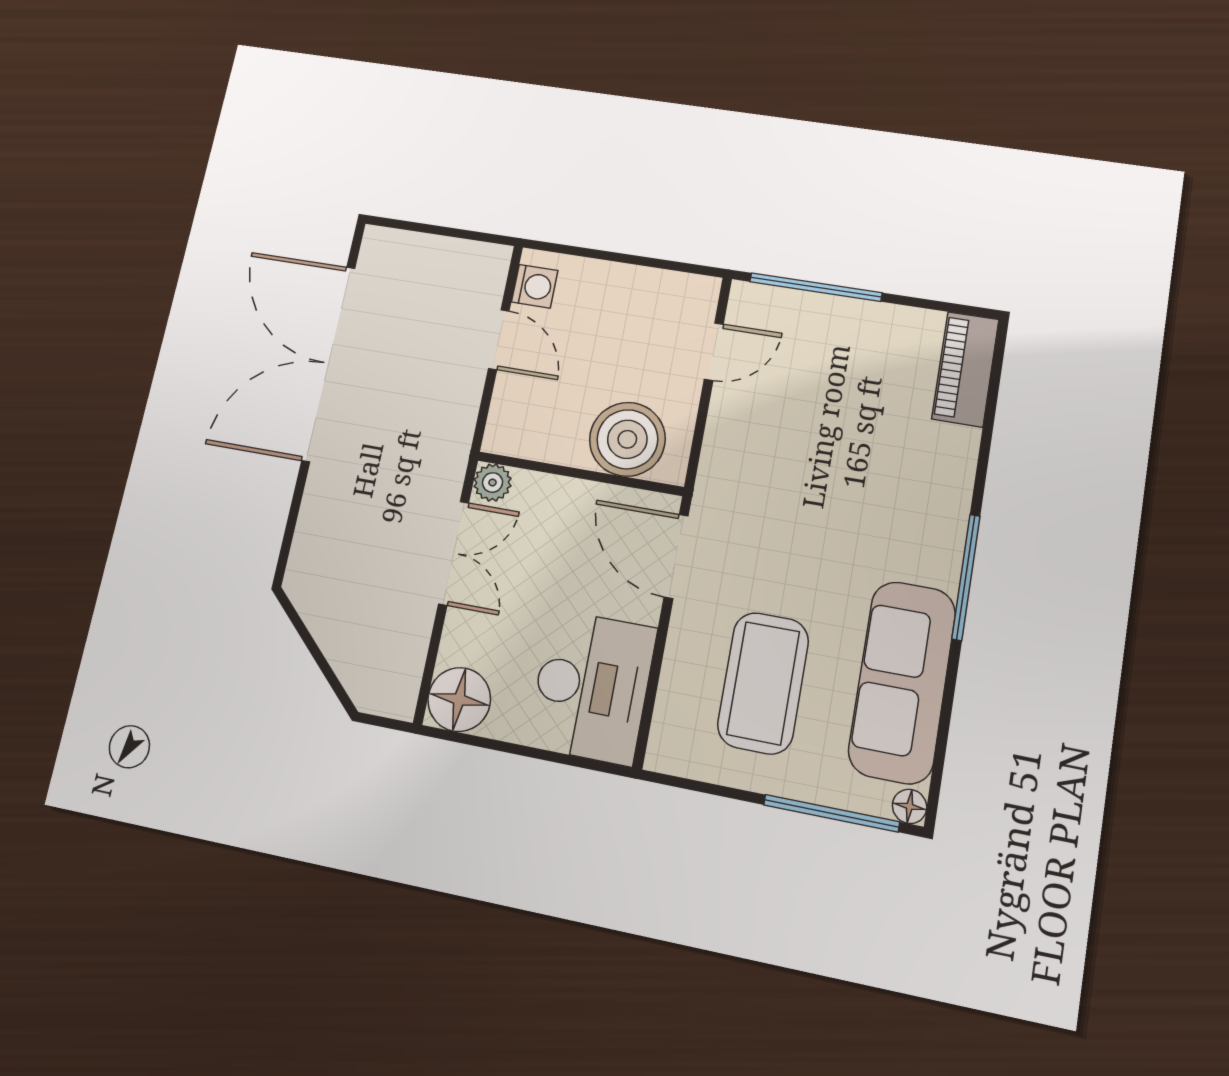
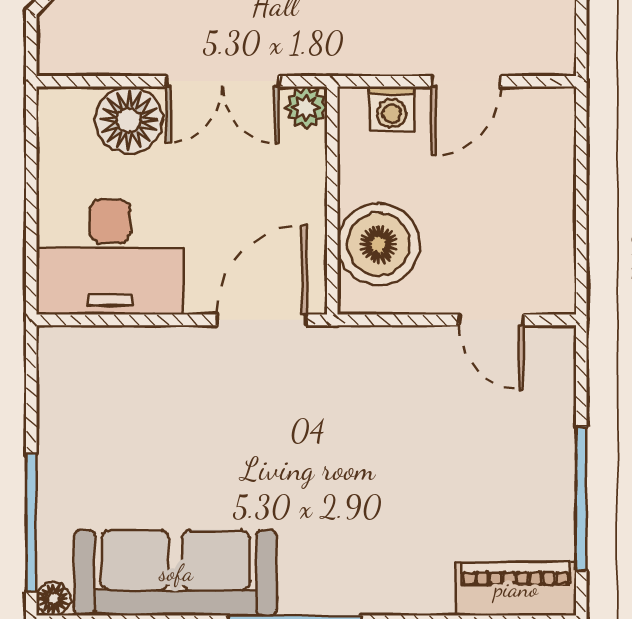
washing machine: (535, 286) -> (392, 109), moved
window: (816, 287) -> (581, 499), moved
coffee table: (763, 683) -> (148, 433), removed
floor lamp: (459, 699) -> (129, 120), moved

